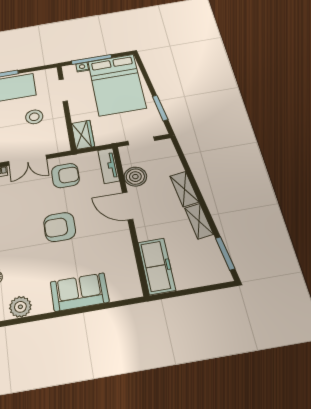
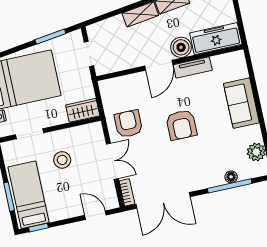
tv unit: (109, 166) -> (193, 68), moved
boiler: (135, 177) -> (181, 47), moved

